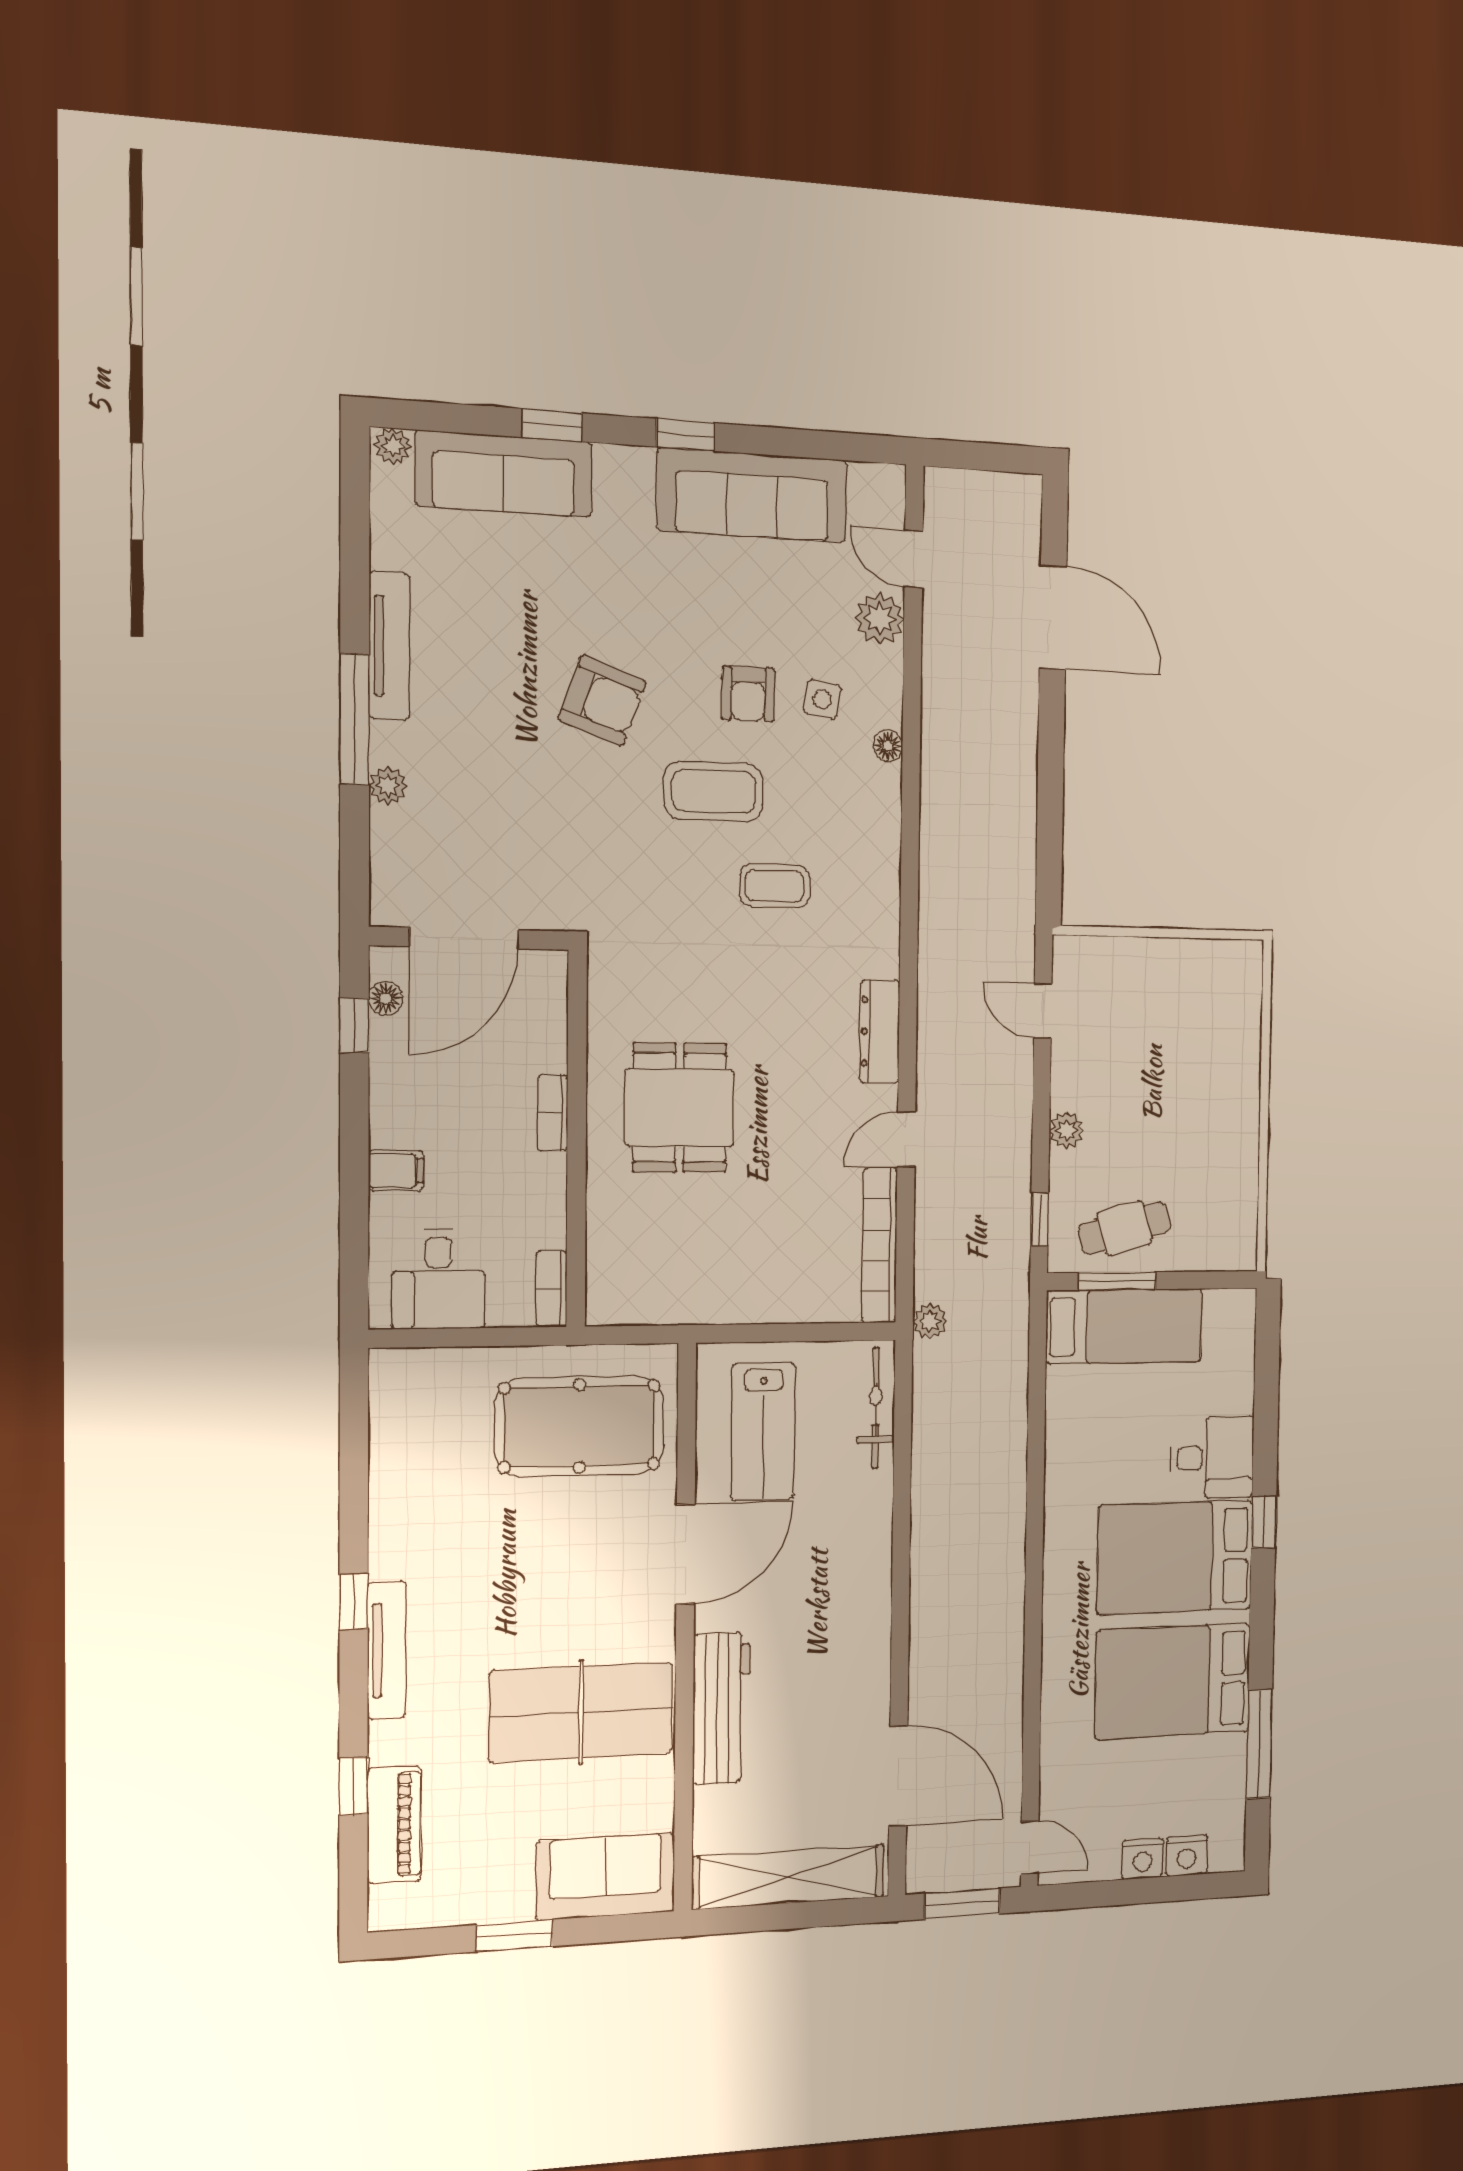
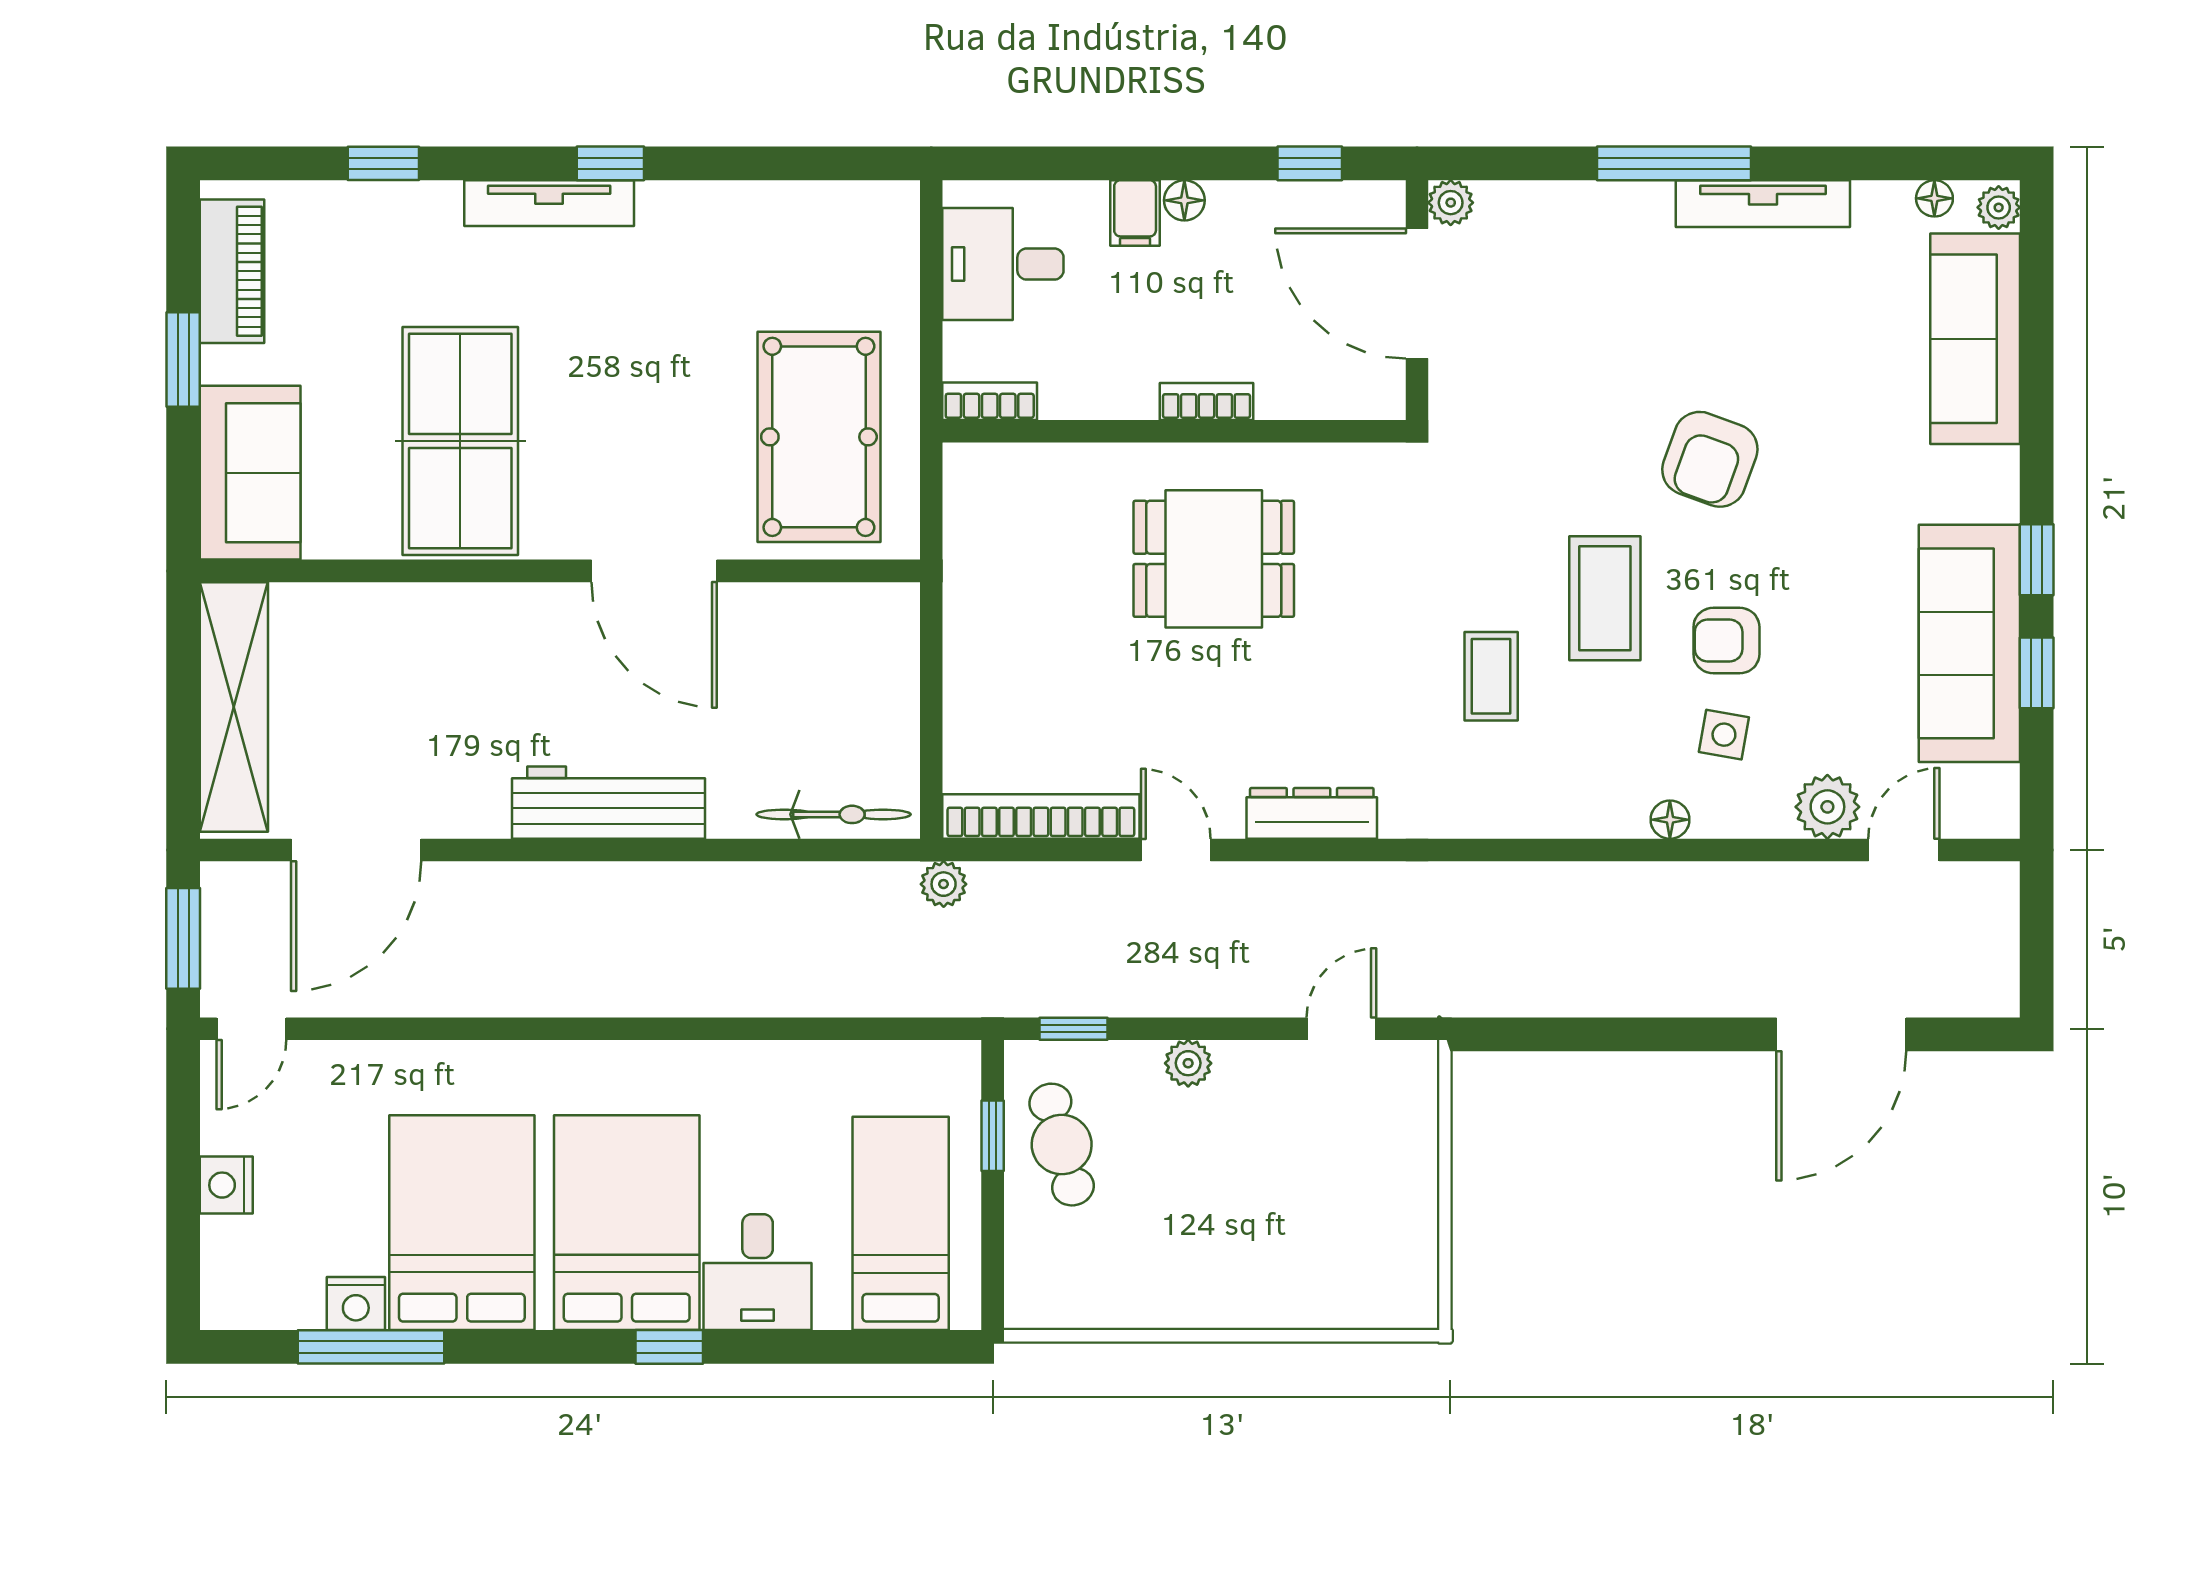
window: (552, 425) -> (2037, 673), moved
floor lamp: (385, 500) -> (1934, 198), added
plant: (388, 786) -> (1451, 203), moved
floor lamp: (386, 999) -> (1184, 200), moved
window: (1117, 1281) -> (993, 1136), width x0.67
bed: (1124, 1326) -> (901, 1223), moved, turned 180
lab bench: (763, 1431) -> (807, 669), removed
workbench: (721, 1708) -> (608, 803), moved, turned 180
piano: (394, 1825) -> (232, 271), moved, turned -90
nightstand: (1187, 1855) -> (356, 1304), moved, turned -90

